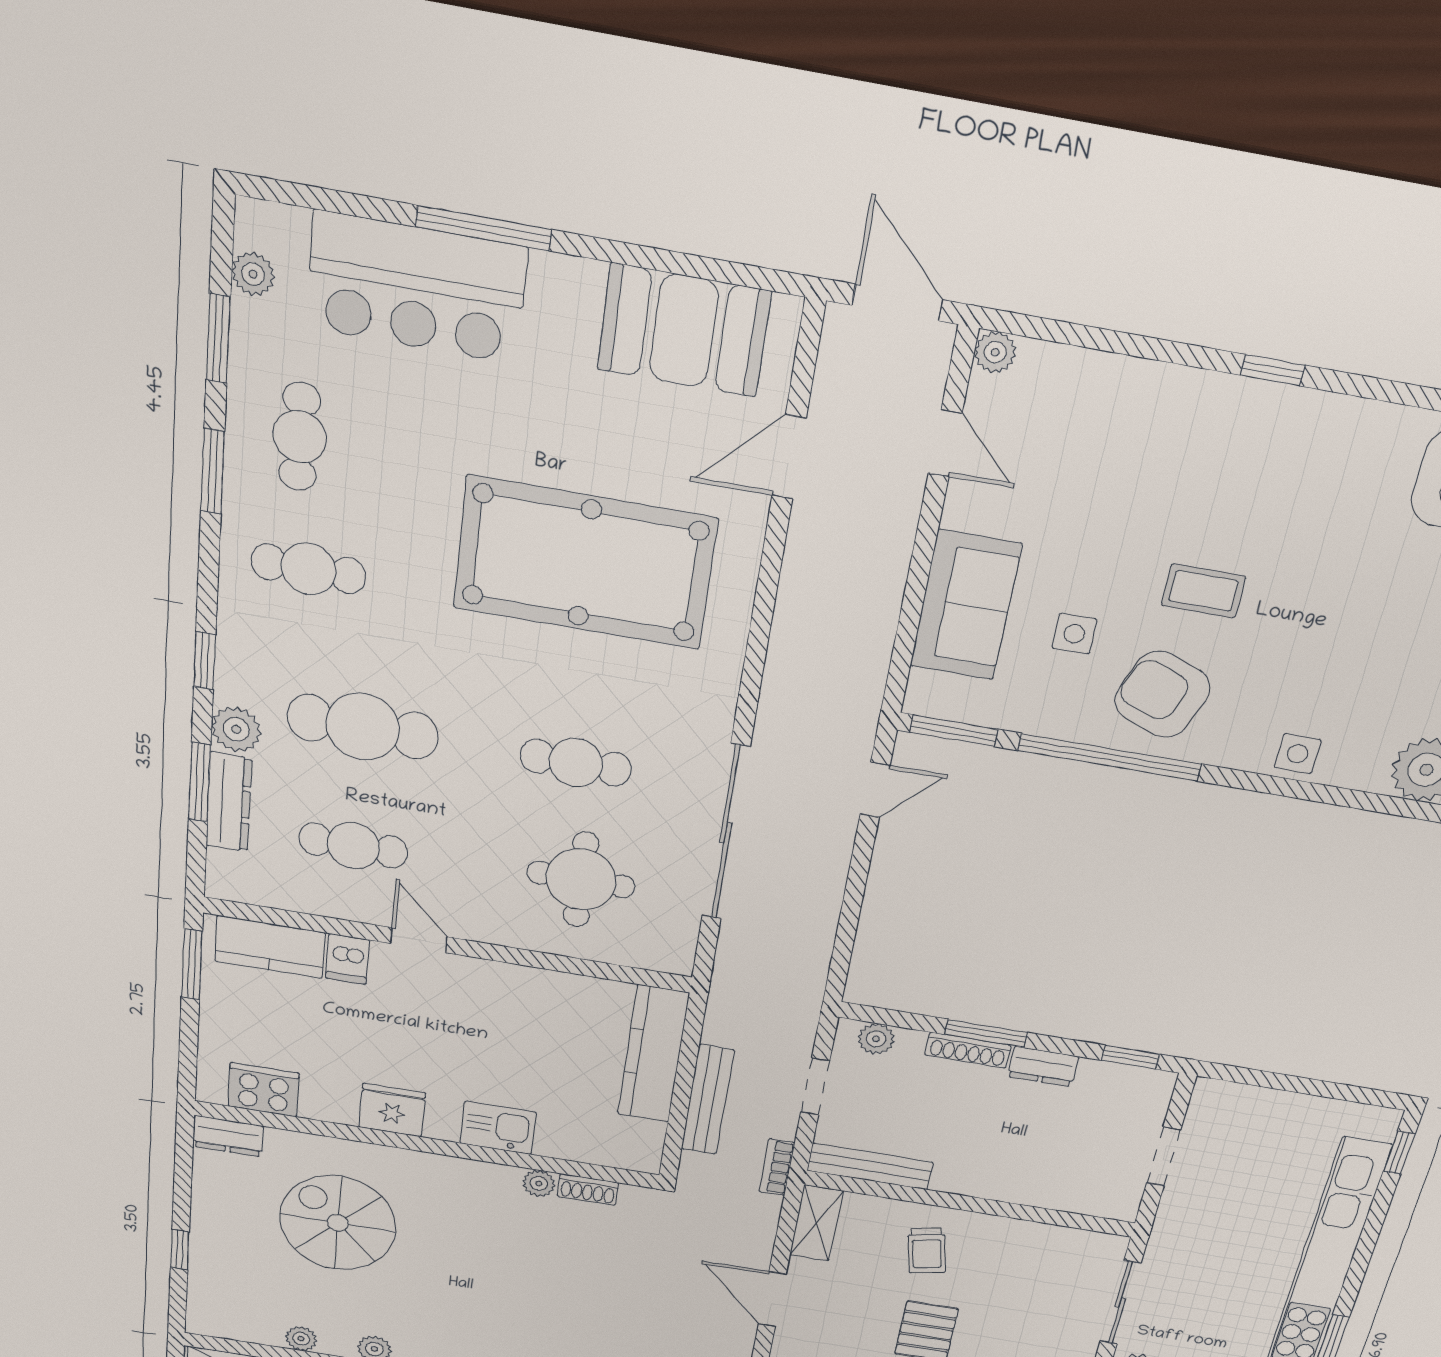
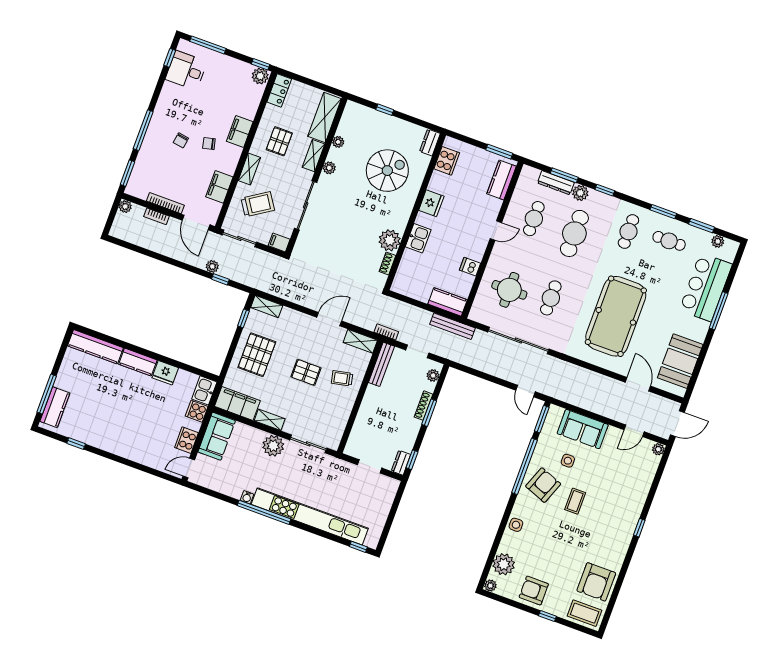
dishwasher: (348, 959) -> (470, 267), moved
kitchen counter: (653, 1054) -> (448, 302), width x0.67
dresser: (1043, 1066) -> (401, 463), moved
bench: (708, 1100) -> (453, 326), moved
plant: (539, 1183) -> (390, 240), width x1.88, depth x1.88

